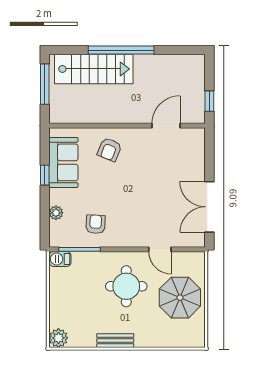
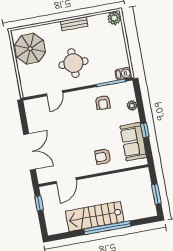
stairs: (94, 69) -> (95, 216), moved
window: (45, 84) -> (156, 194), width x0.69
armchair: (109, 149) -> (103, 157), turned -112
double door: (209, 207) -> (30, 152), moved
door: (160, 249) -> (55, 93), swing flipped
parasol: (180, 298) -> (30, 49), moved

